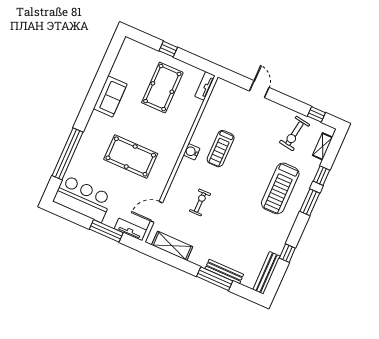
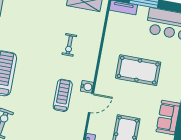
door: (157, 212) -> (91, 103), moved

